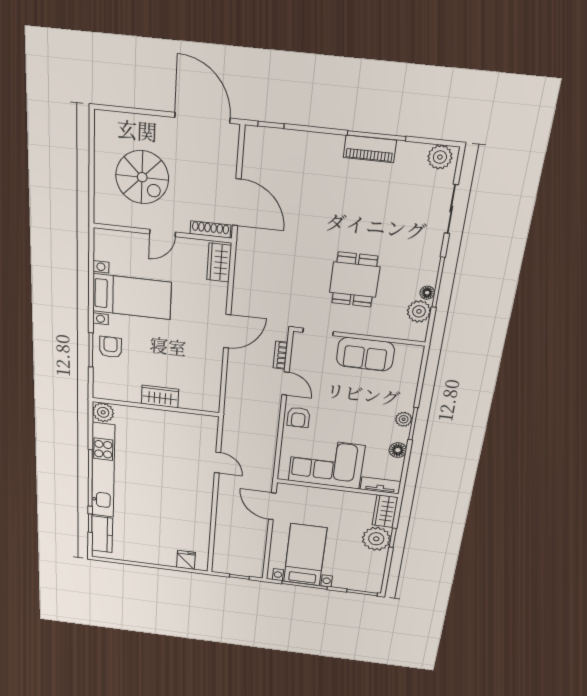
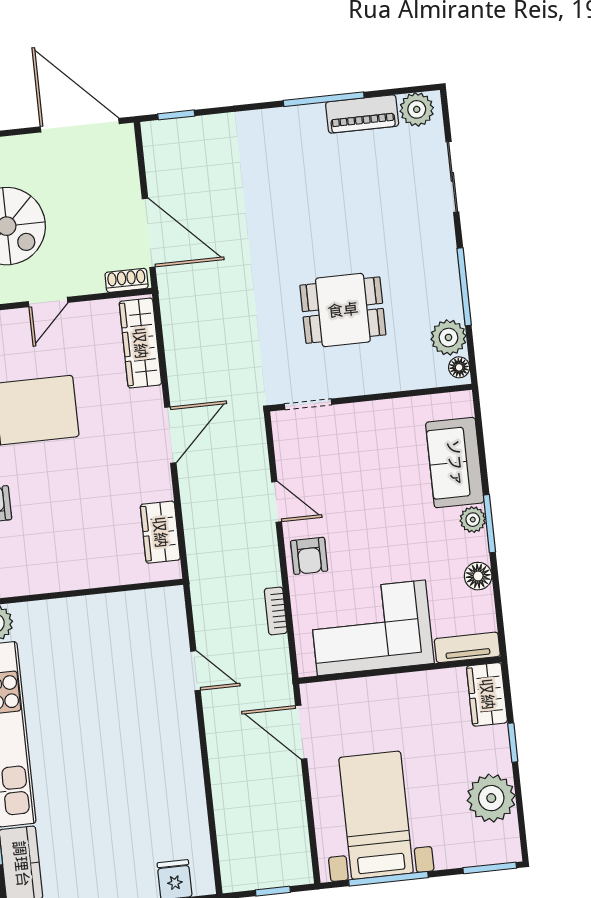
piano: (370, 149) -> (362, 114), moved
shoe rack: (210, 229) -> (127, 280), width x0.70
wardrobe: (219, 262) -> (140, 343), width x1.50
dining table: (355, 280) -> (343, 310), turned 90
floor lamp: (427, 293) -> (459, 367), moved
sofa: (365, 354) -> (455, 463), moved, turned 90
bookcase: (280, 355) -> (276, 611), moved
wardrobe: (160, 396) -> (160, 532), moved, turned -90
plant: (376, 539) -> (491, 798), moved

